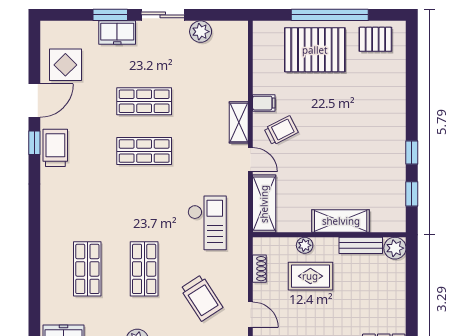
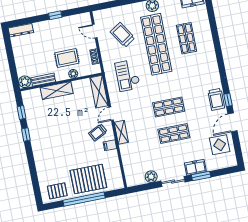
door: (250, 160) -> (111, 114), hinge flipped
shop shelf: (144, 269) -> (156, 44), width x2.00, depth x1.36

